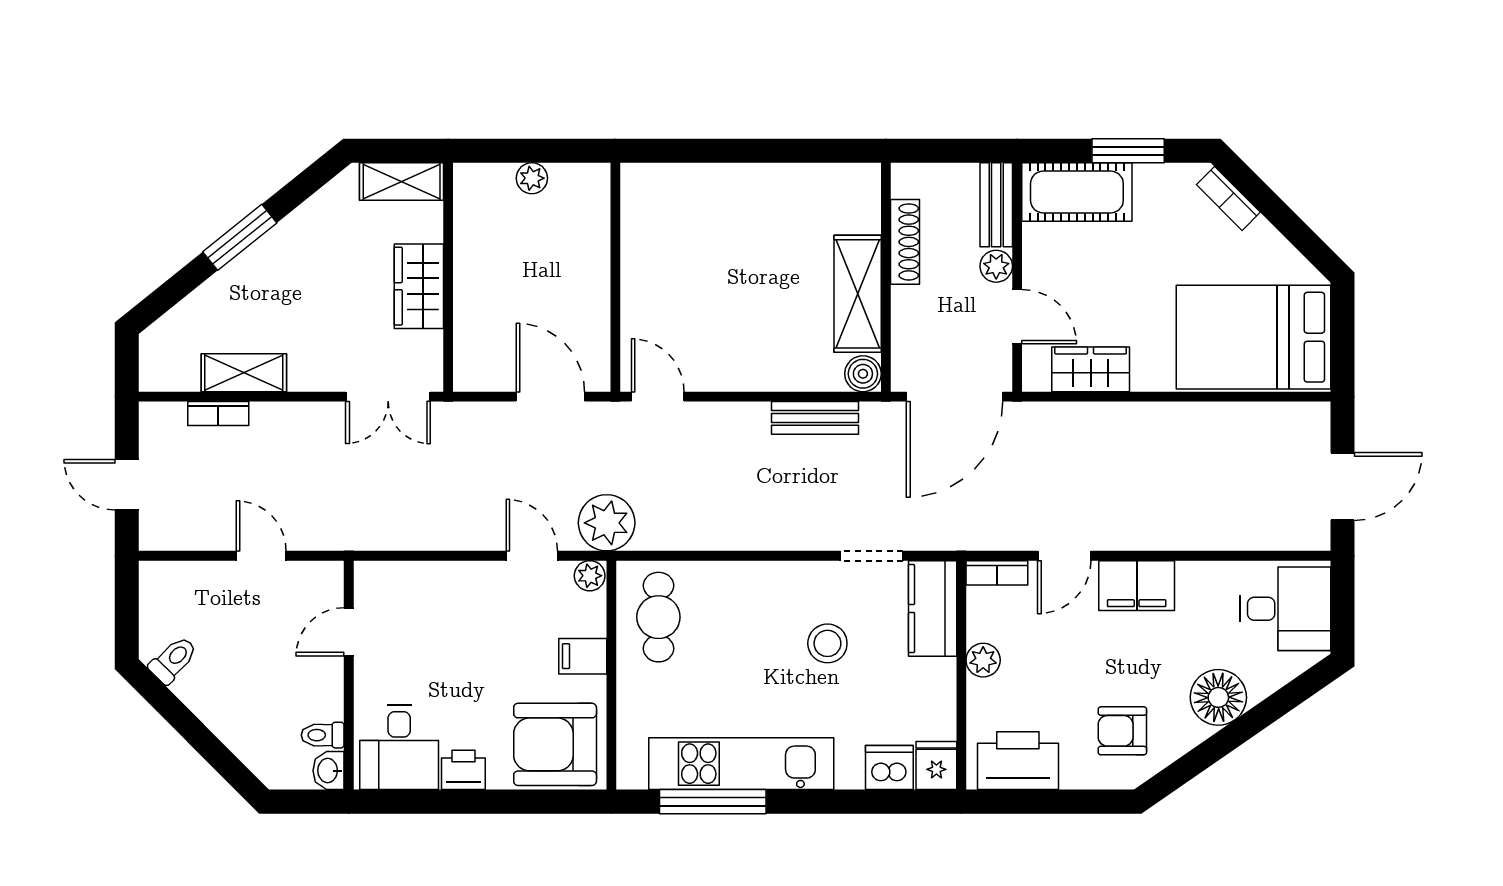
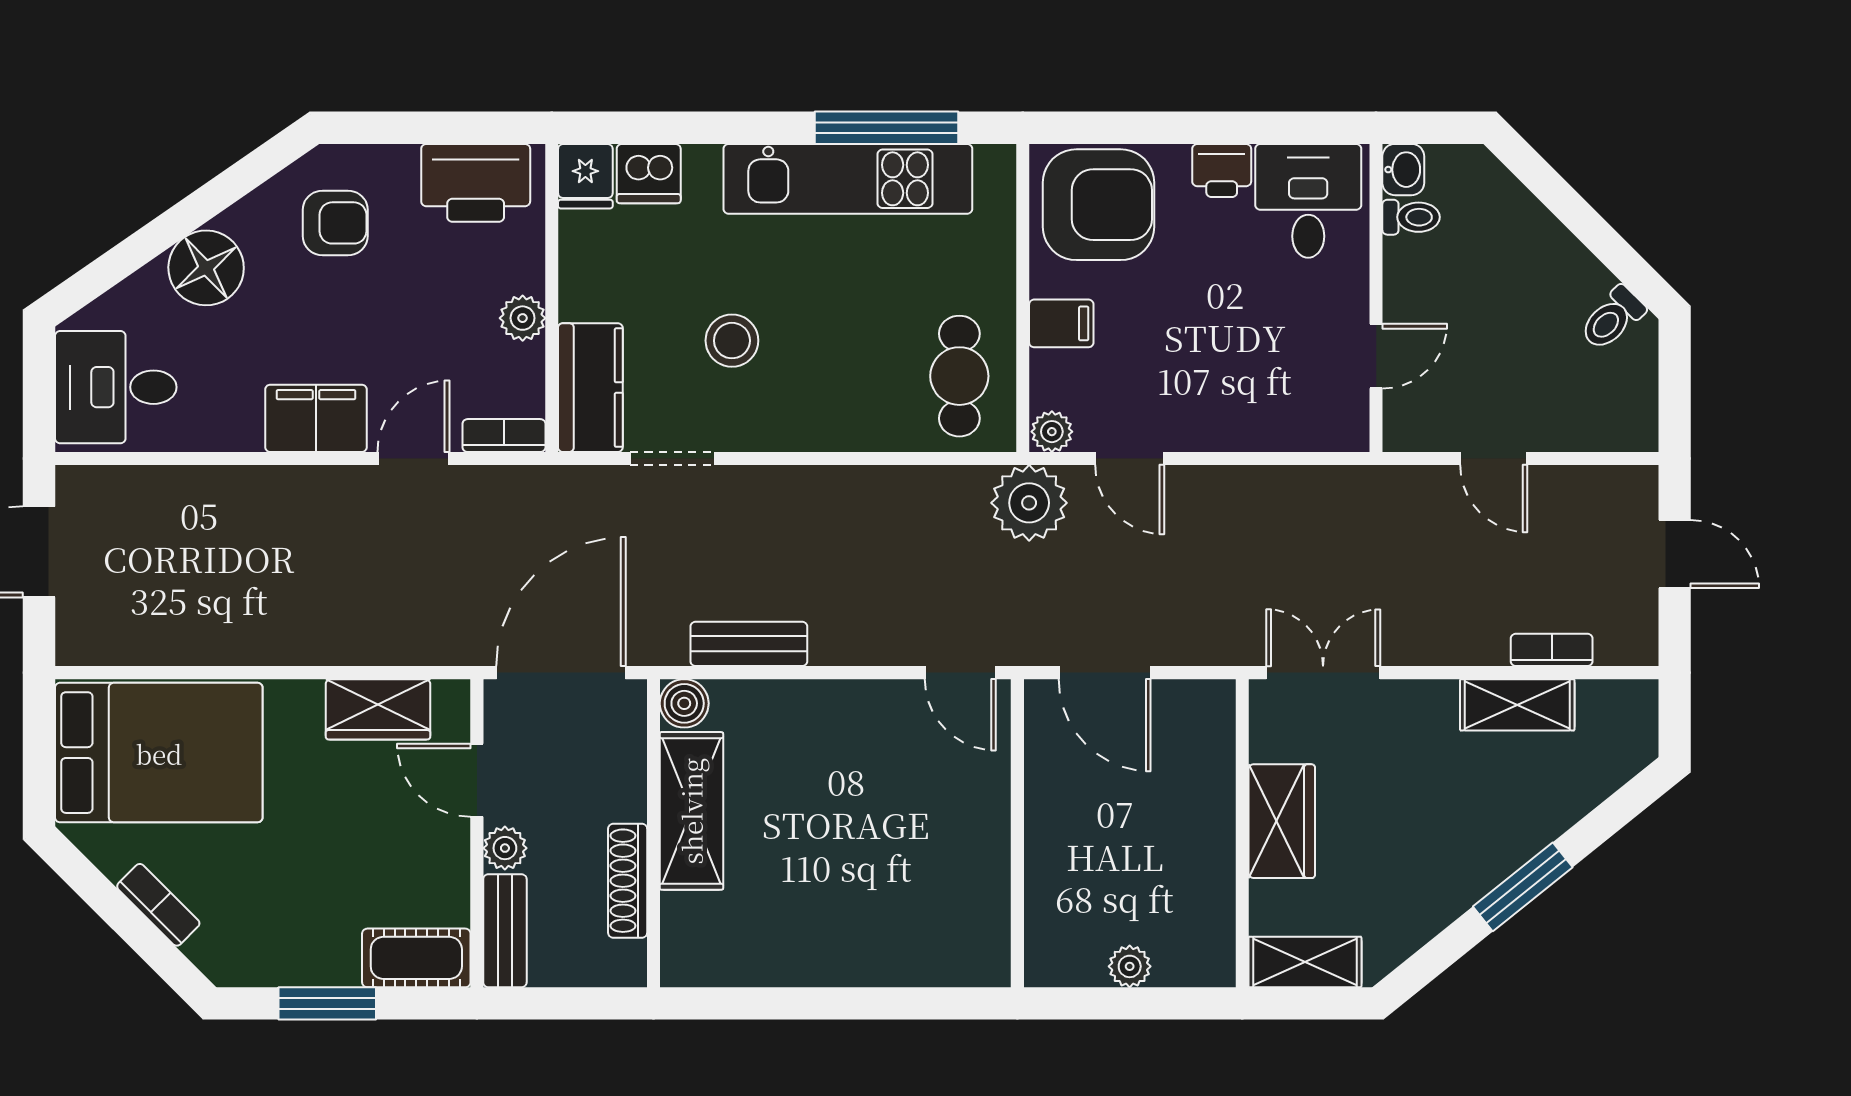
cot: (1077, 192) -> (416, 958), width x0.73, depth x0.75
bookcase: (1228, 198) -> (158, 905), moved

